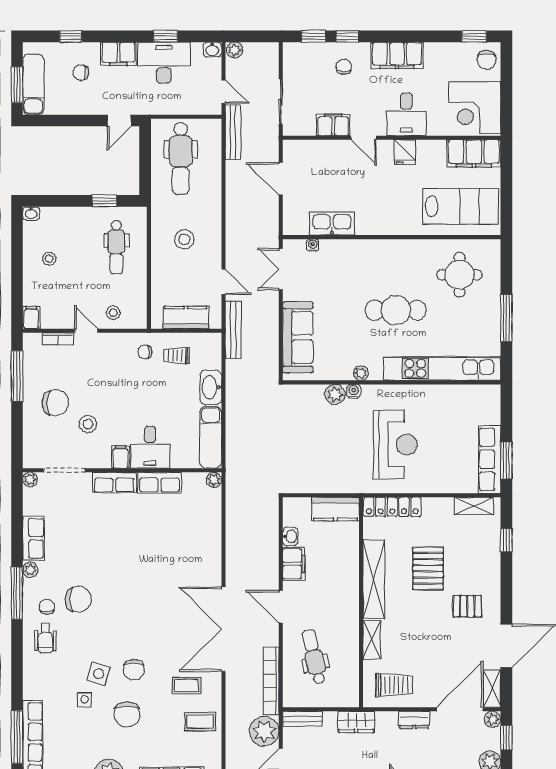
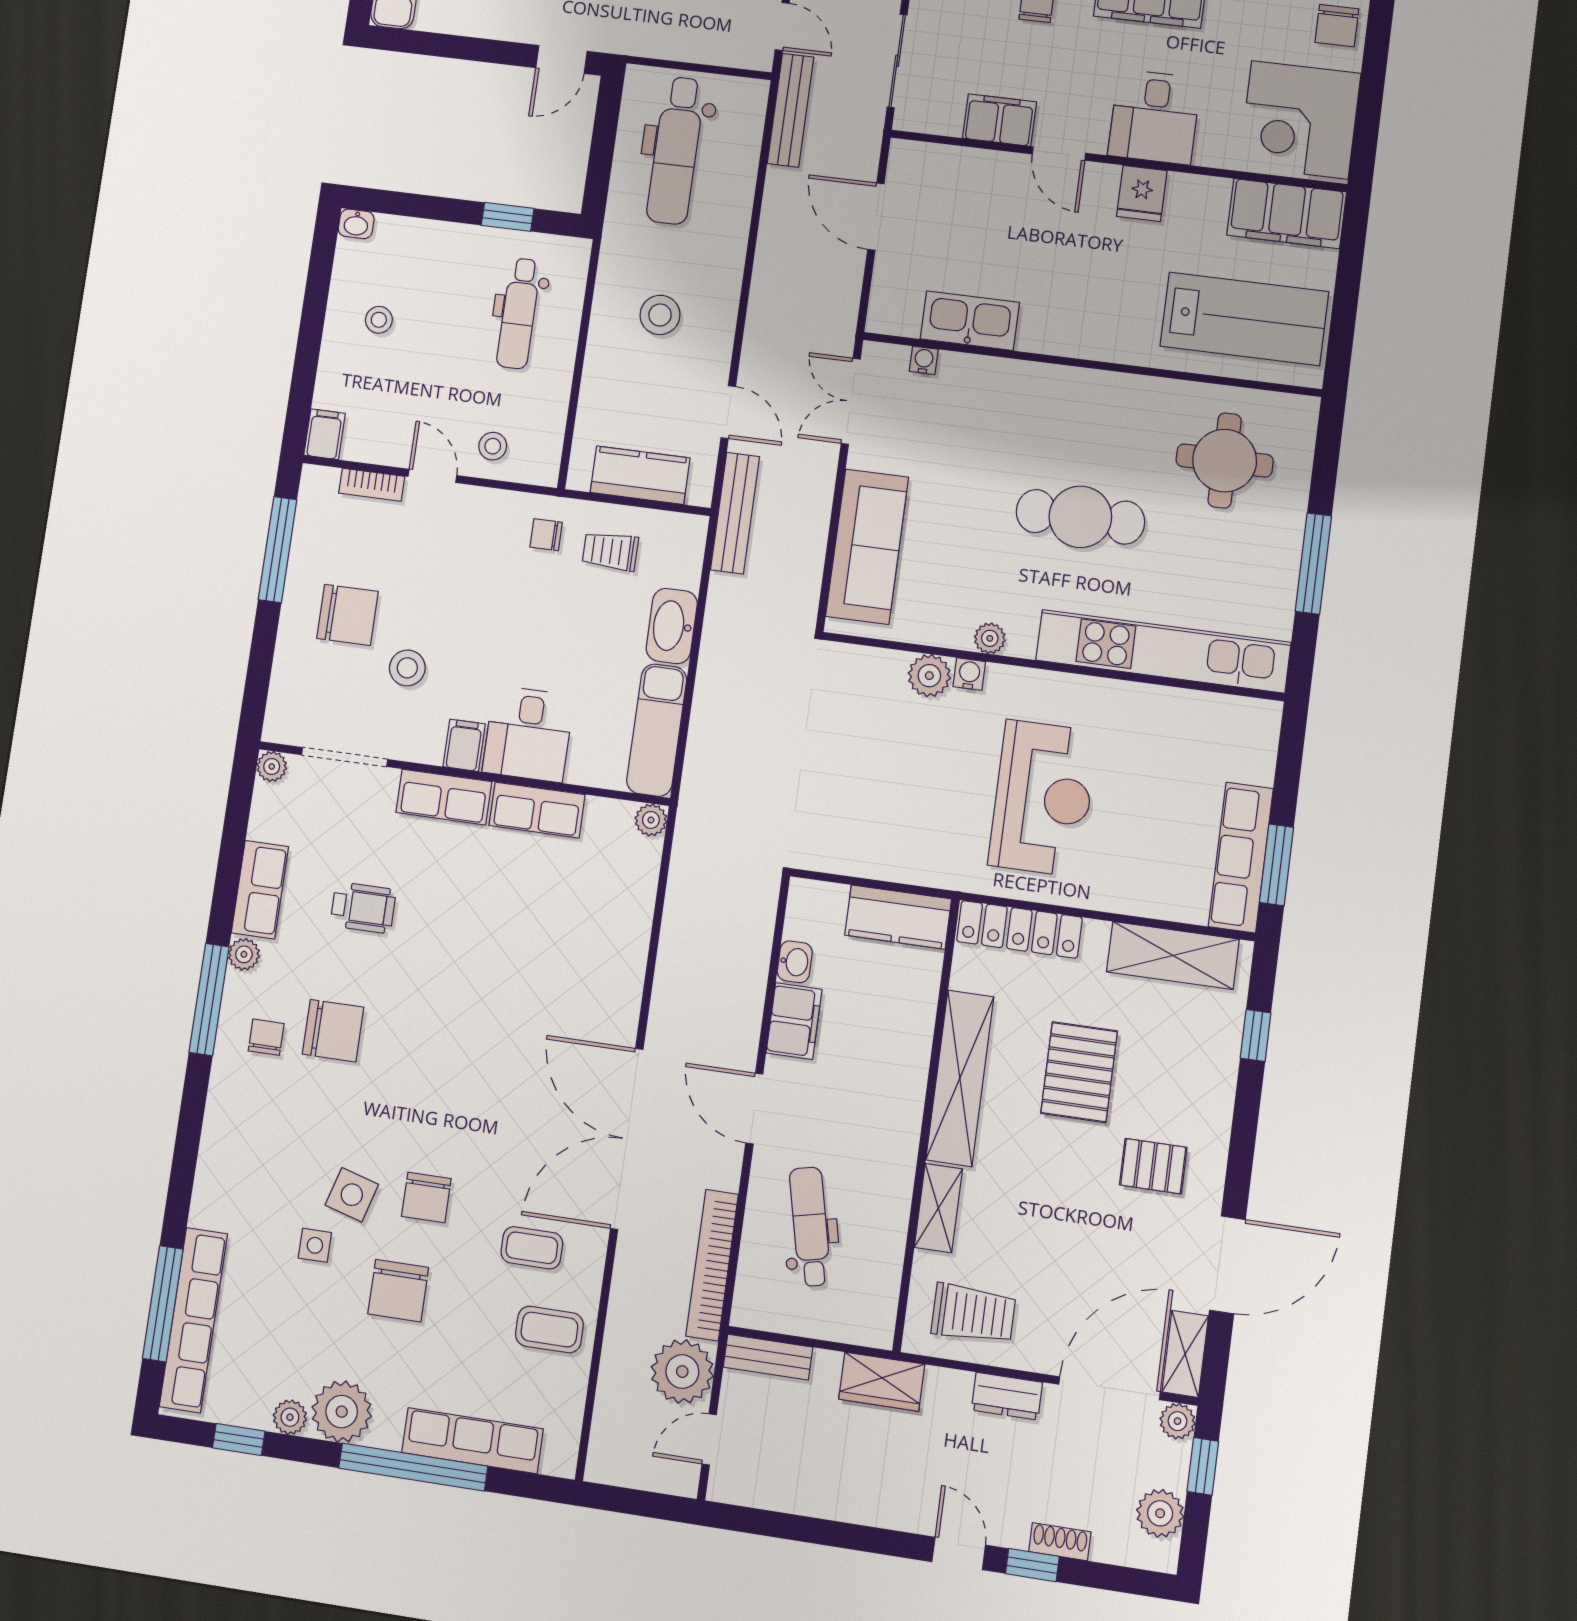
shelving: (474, 506) -> (1173, 956), width x1.50, depth x1.33
wheelchair: (45, 638) -> (363, 908), moved, turned -90

